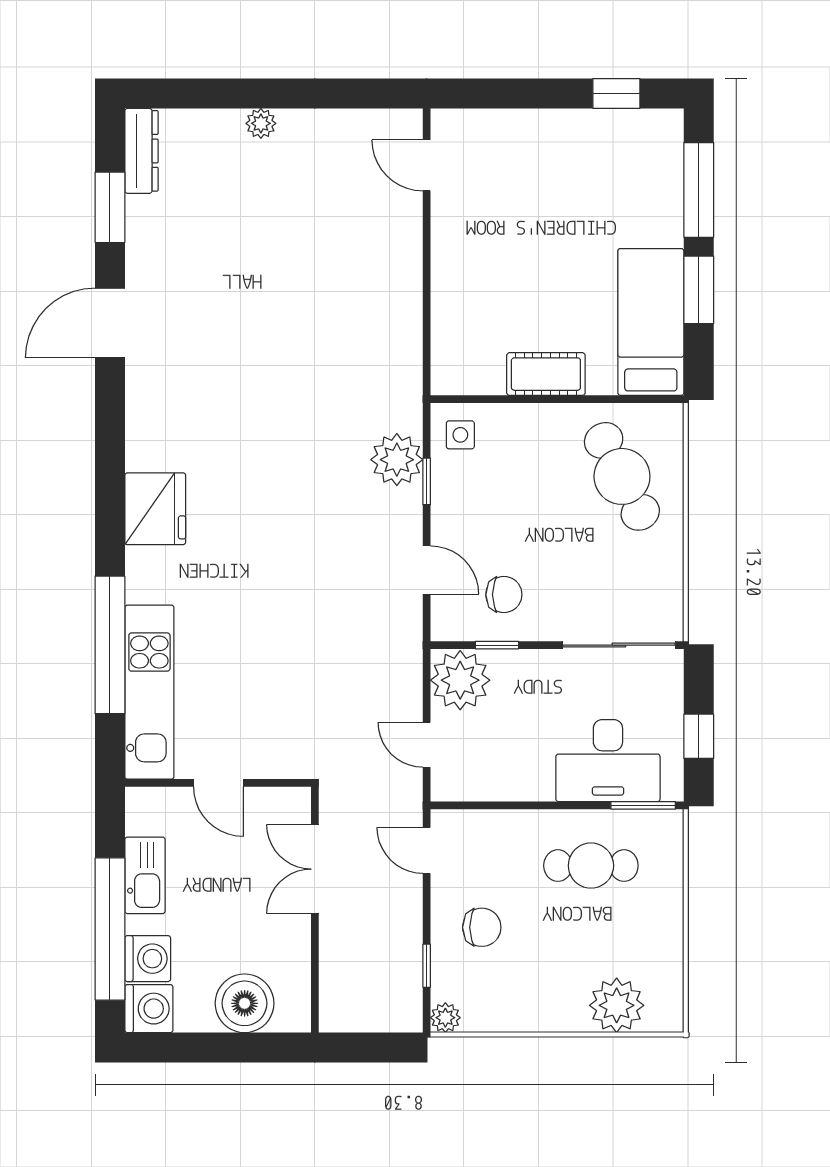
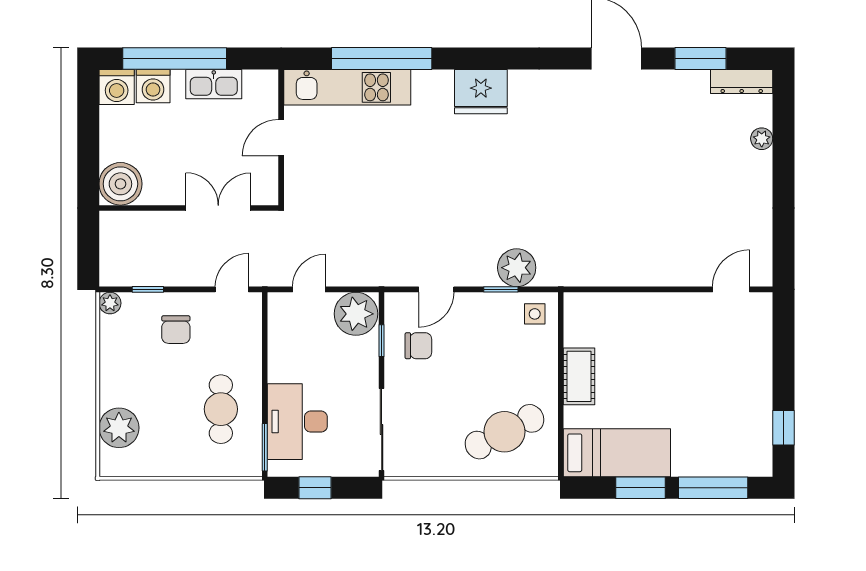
plant: (261, 123) -> (762, 139), moved
chair: (504, 595) -> (418, 346), turned -90
boiler: (245, 1003) -> (120, 184), moved

